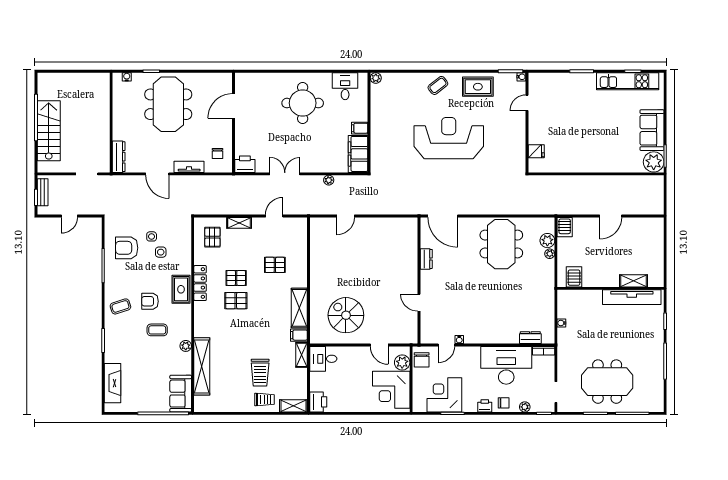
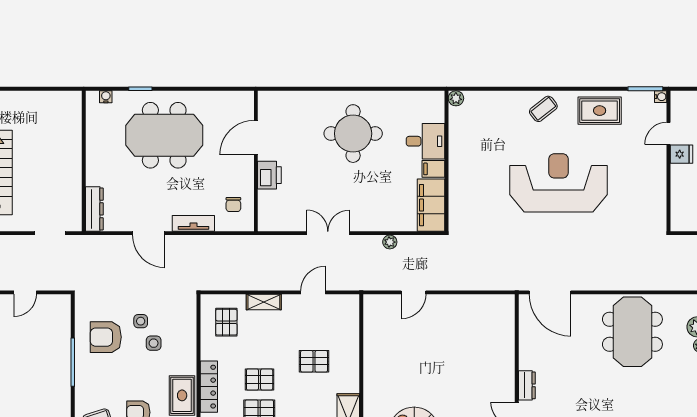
desk: (345, 86) -> (425, 141), moved, turned 90
meeting table: (168, 104) -> (164, 135), turned 90
fridge: (536, 151) -> (681, 154), moved
printer: (245, 164) -> (269, 175), moved, turned 90
dresser: (426, 259) -> (527, 385), moved

